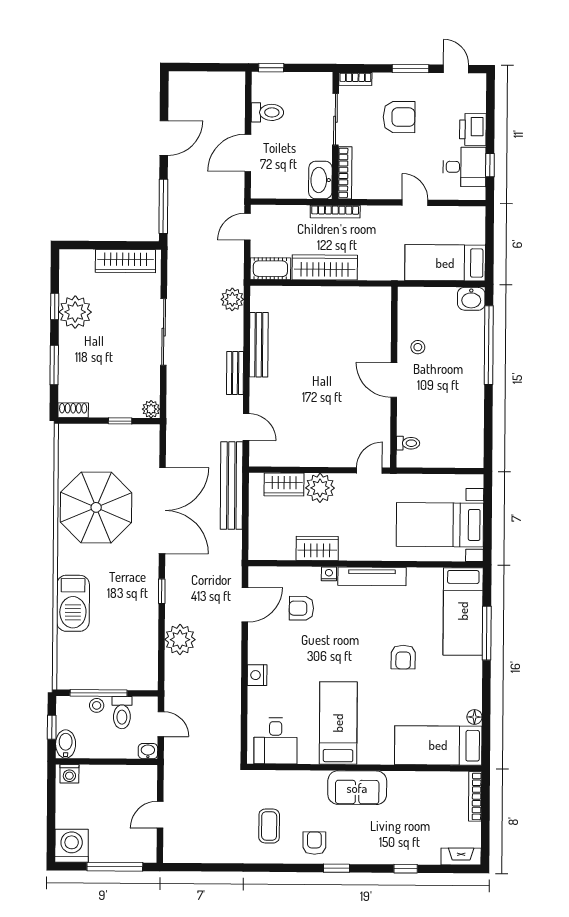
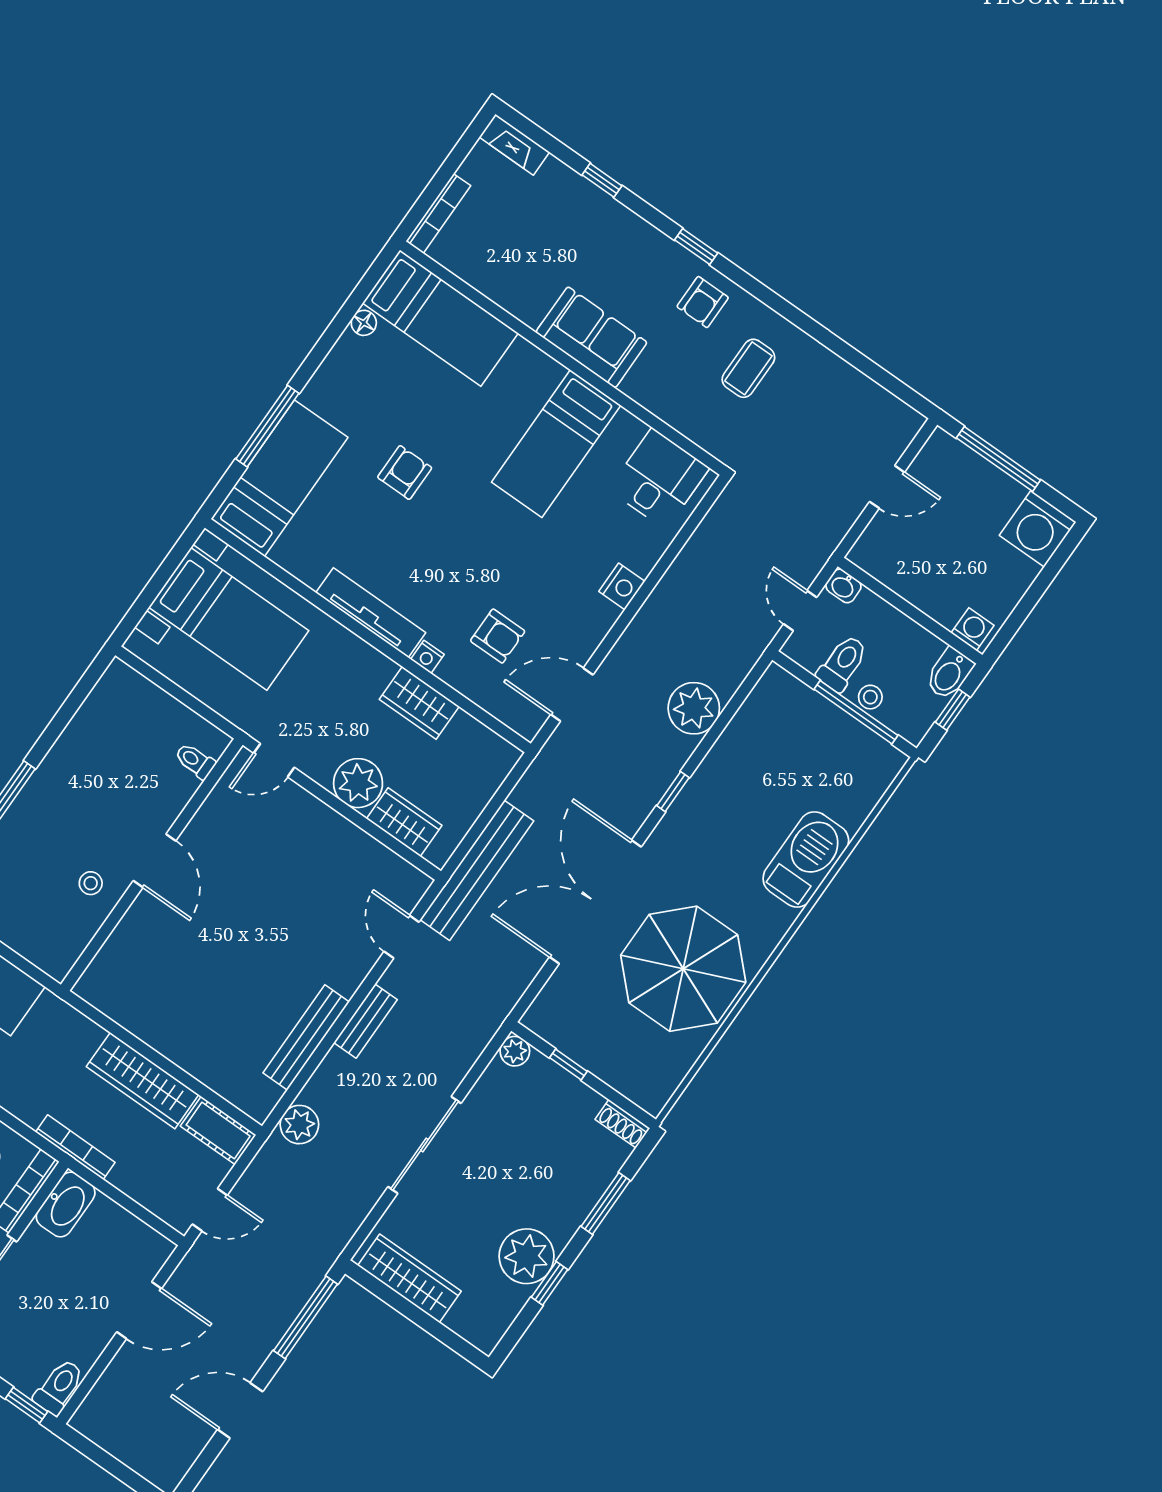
toilet: (267, 112) -> (59, 1387), moved, turned 90

